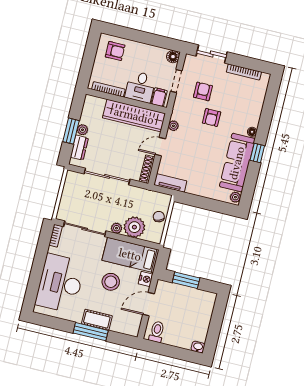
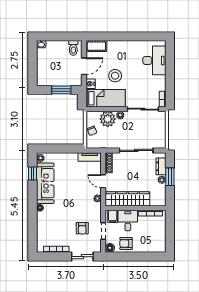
armchair: (115, 51) -> (126, 243), moved
armchair: (212, 117) -> (71, 211), removed
door: (160, 147) -> (103, 181), swing flipped
window: (257, 153) -> (32, 173), moved
desk: (60, 283) -> (154, 60), width x0.73, depth x0.77
cot: (97, 320) -> (96, 46), moved
window: (91, 332) -> (121, 36), removed

